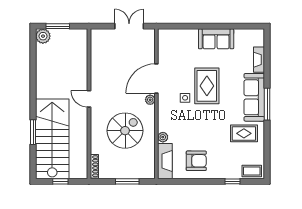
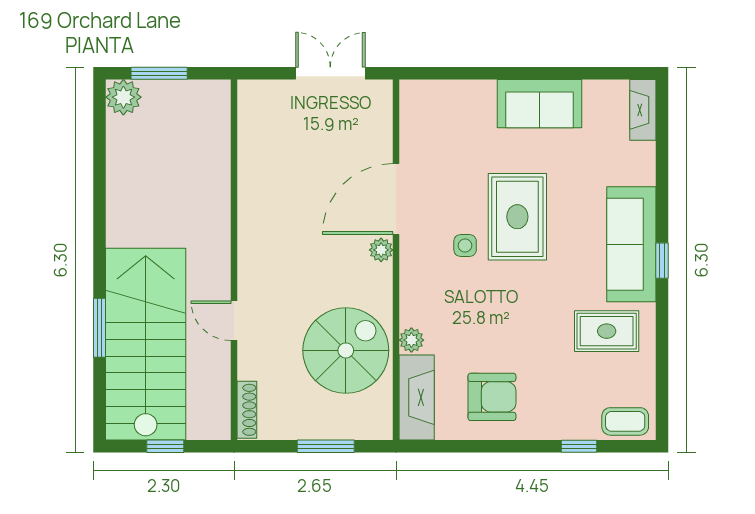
fireplace: (259, 60) -> (643, 110), moved
door: (89, 99) -> (234, 321), moved
window: (267, 104) -> (662, 261), width x0.46
spiral stairs: (125, 131) -> (346, 350), moved

